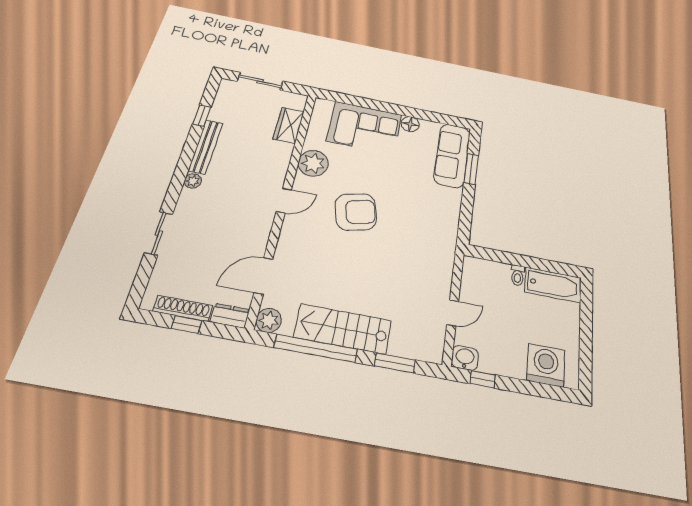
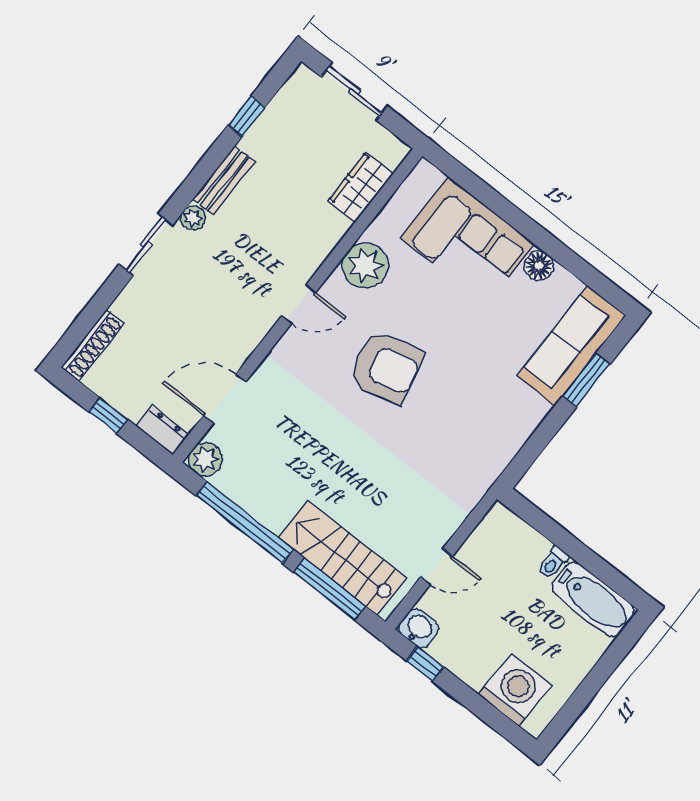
bench: (206, 147) -> (224, 181), width x0.73
sliding door: (159, 233) -> (146, 245), moved
shoe rack: (183, 308) -> (93, 345), moved, turned 90
stairs: (343, 329) -> (342, 558), moved
window: (395, 363) -> (330, 589), width x1.44

